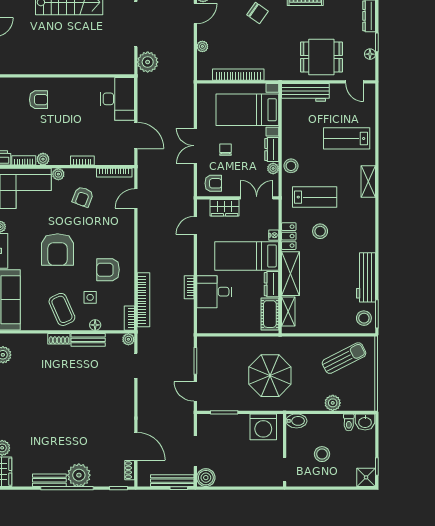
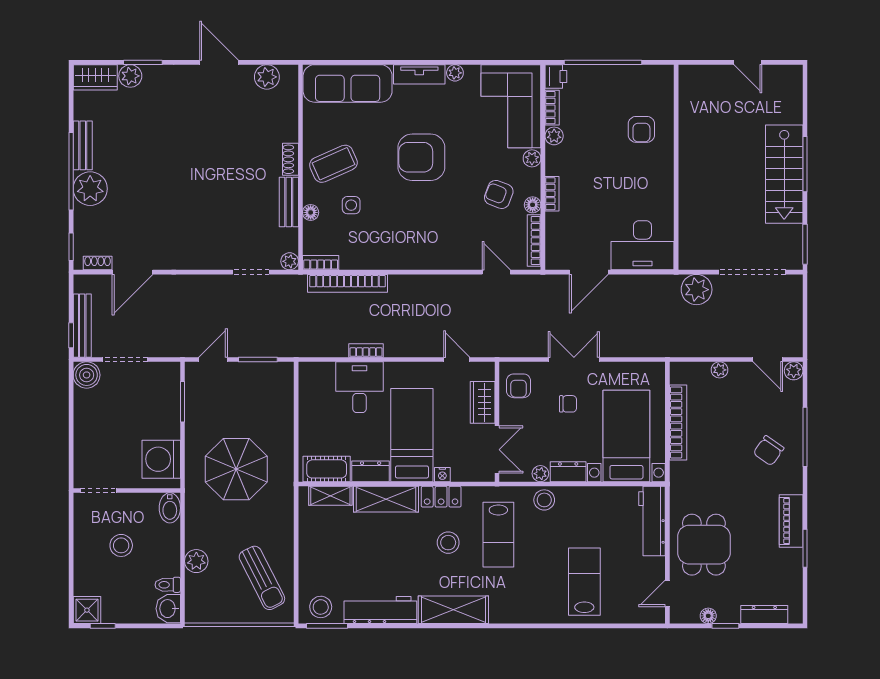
floor lamp: (90, 174) -> (533, 205), added
shelving: (368, 182) -> (453, 610), moved, width x1.50, depth x1.33
armchair: (108, 270) -> (392, 231), removed

